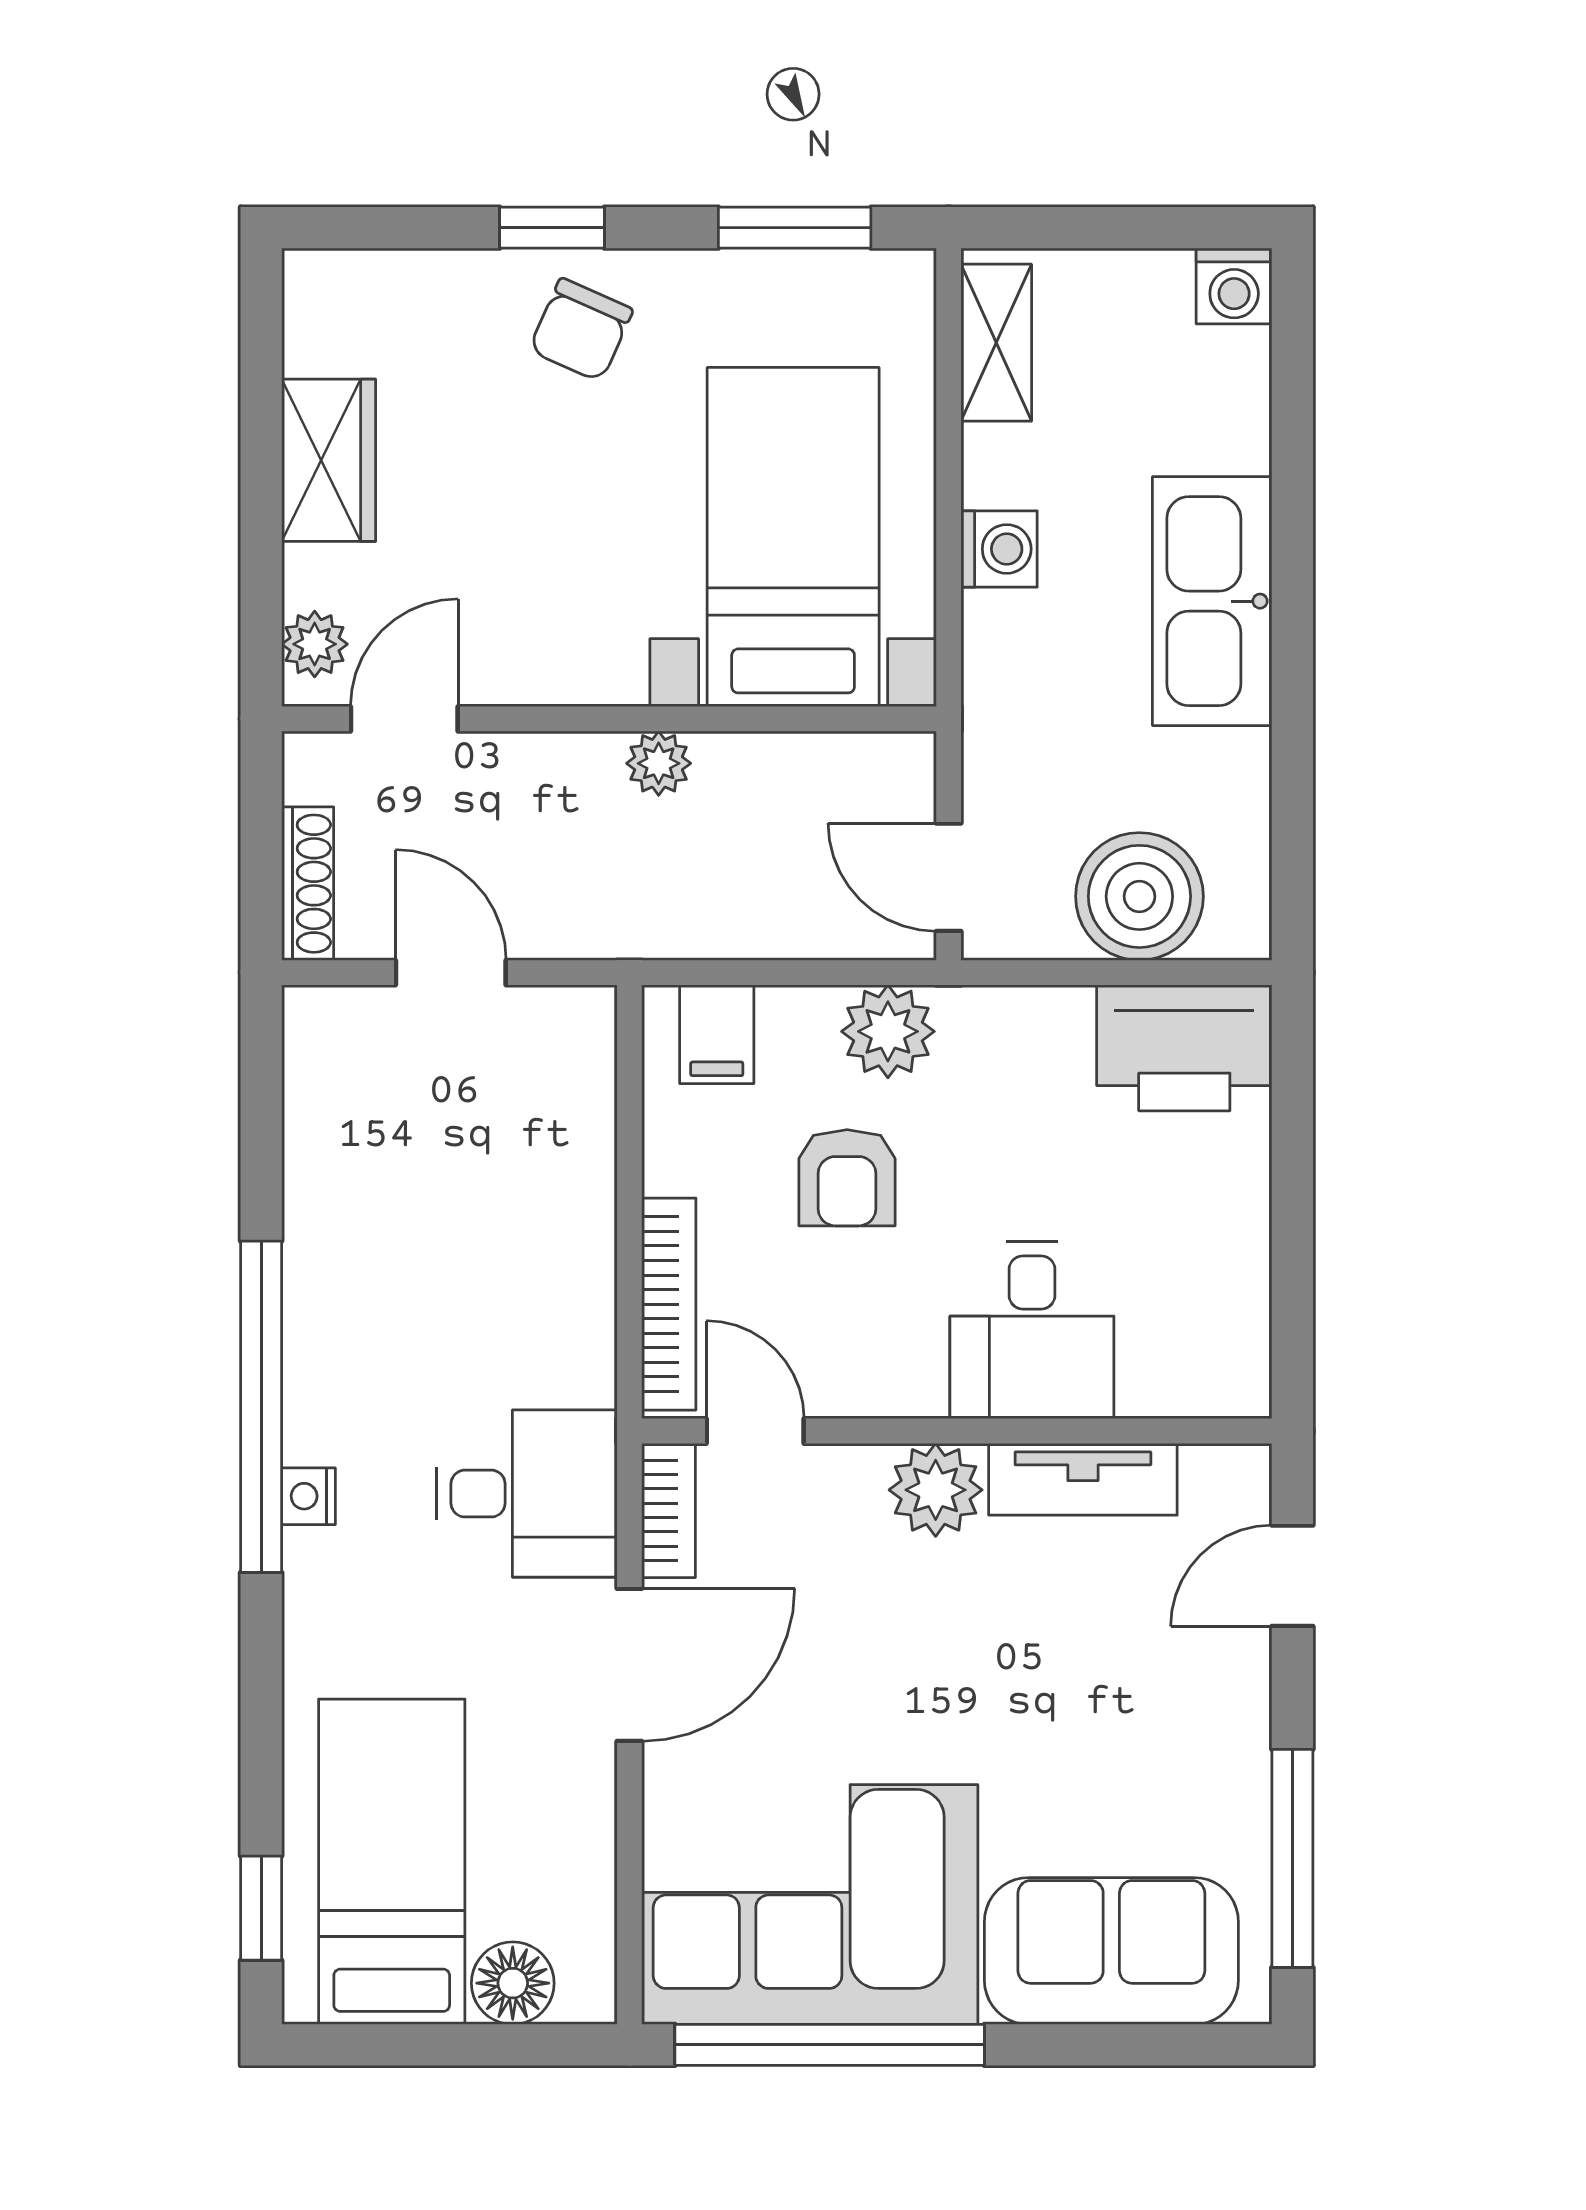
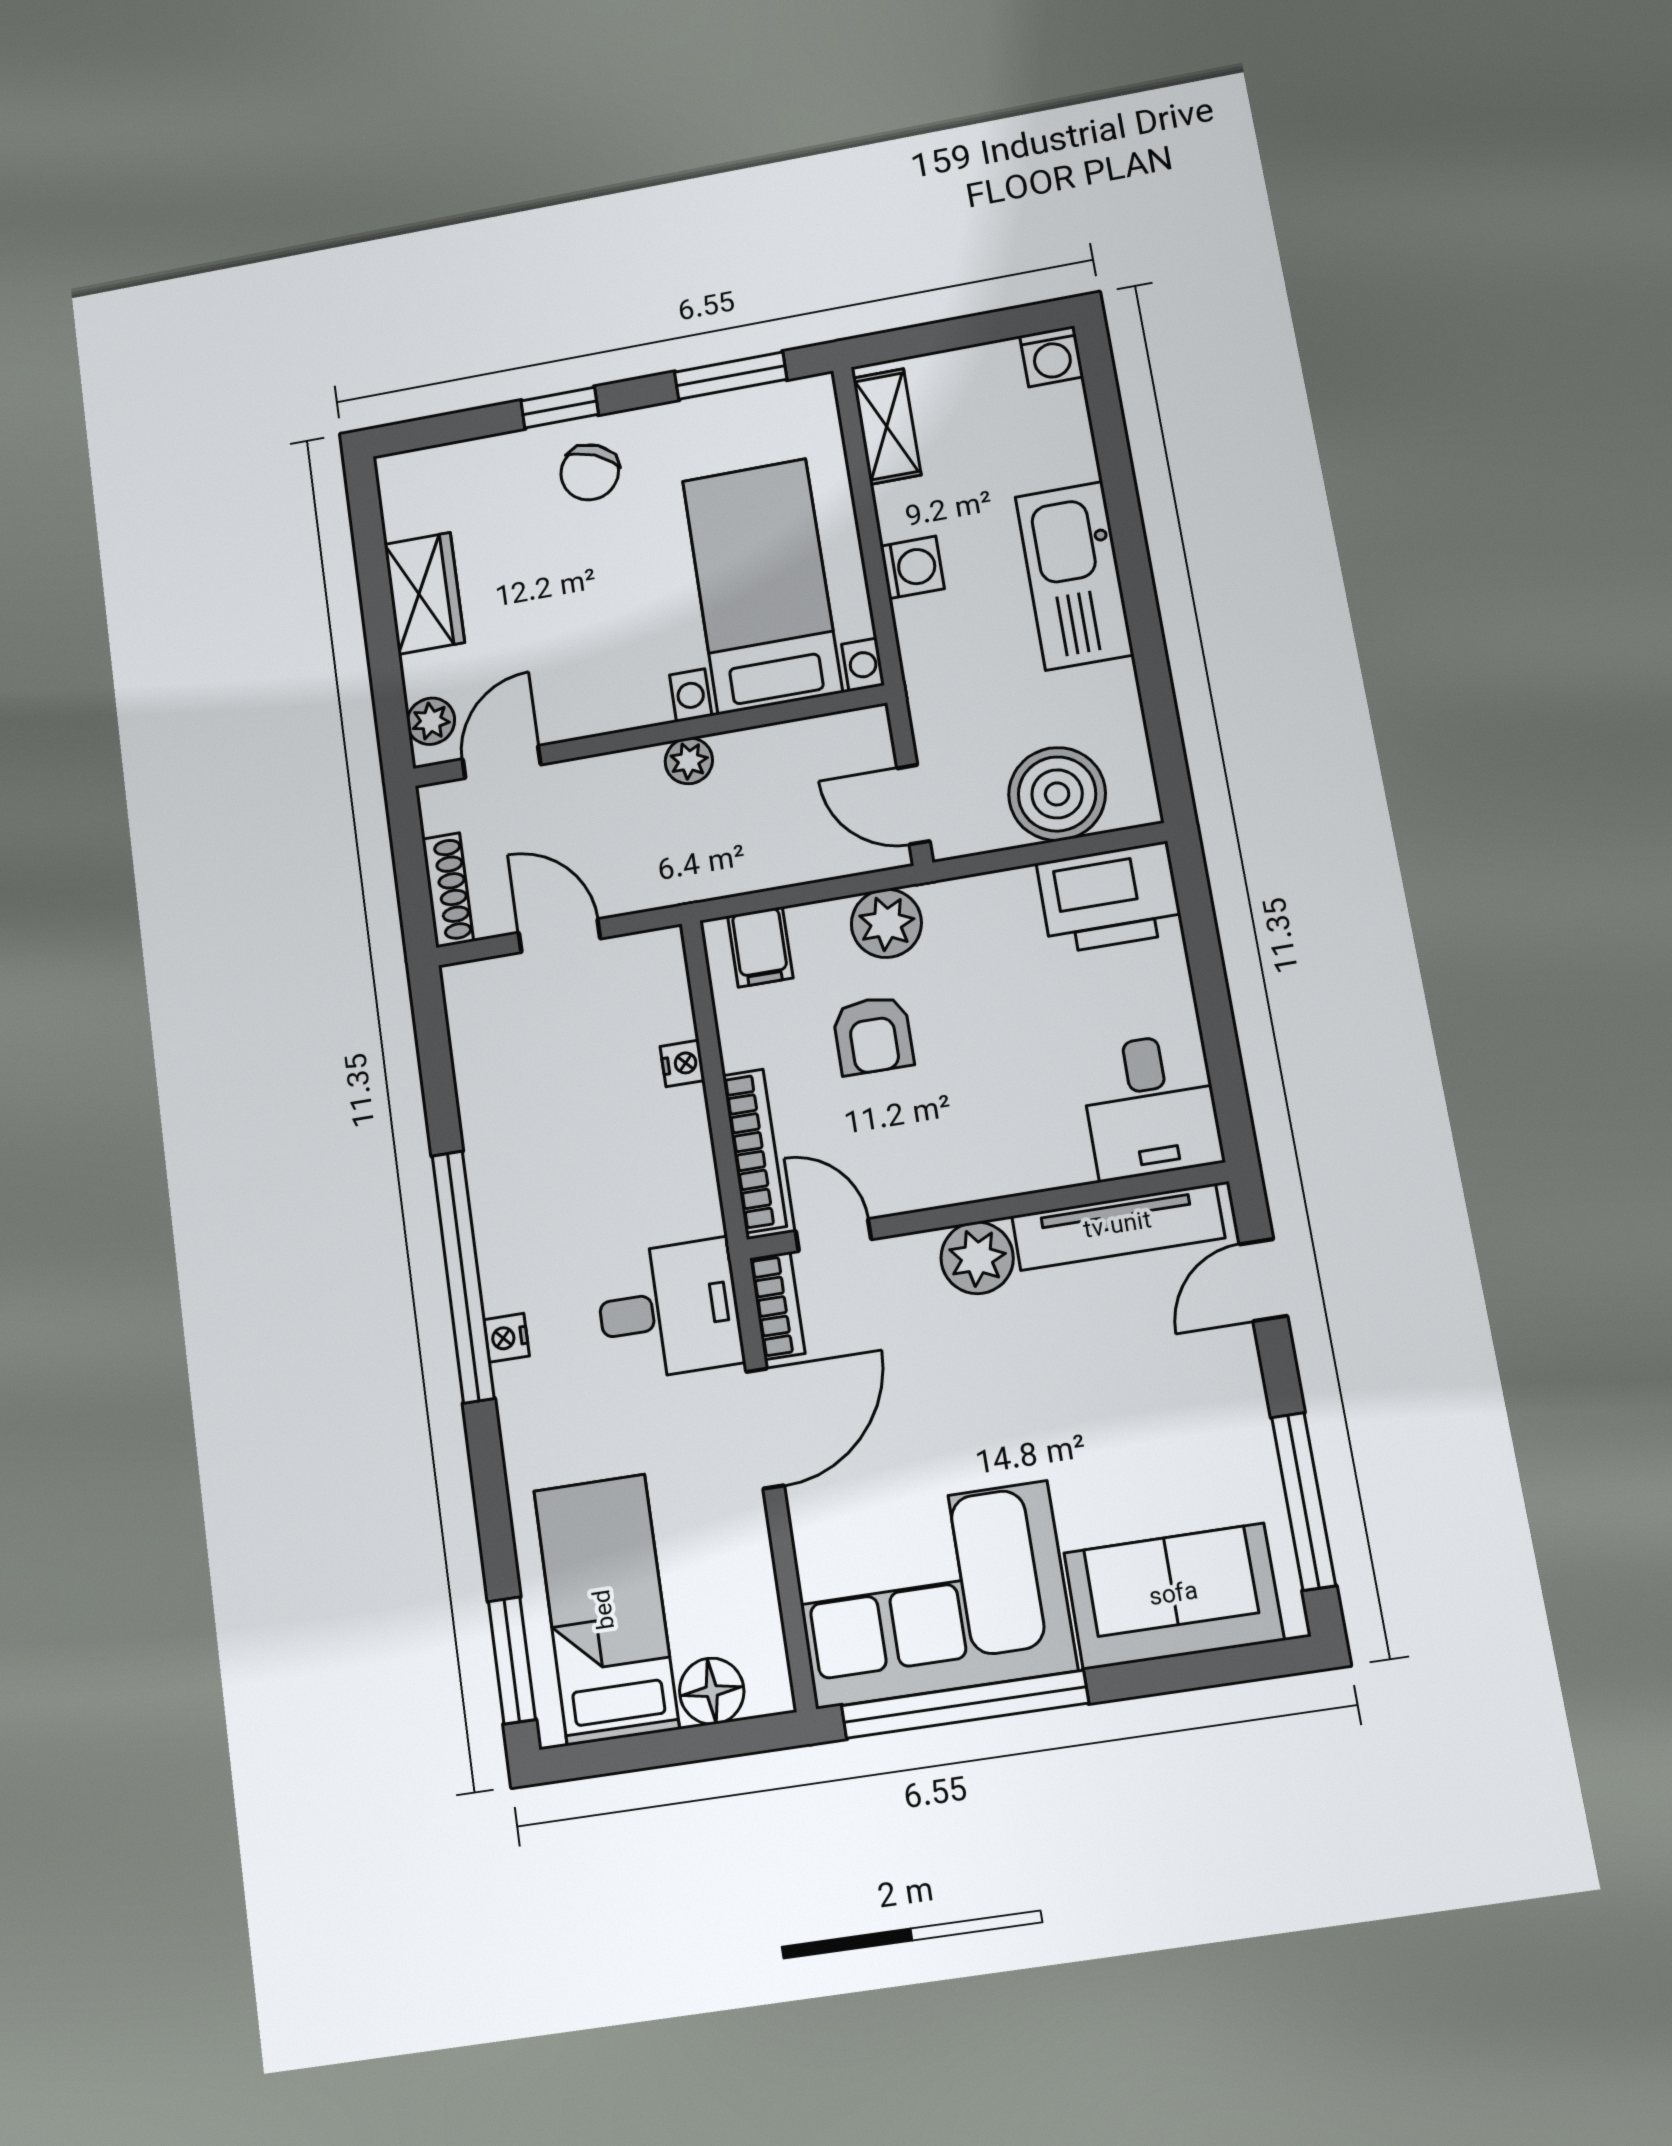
nightstand: (591, 1173) -> (682, 1063), added
desk: (1032, 1330) -> (1151, 1106), moved
tv unit: (1083, 1479) -> (1118, 1227), width x1.41
window: (261, 1908) -> (512, 1660), width x1.50

